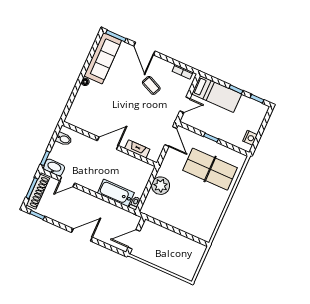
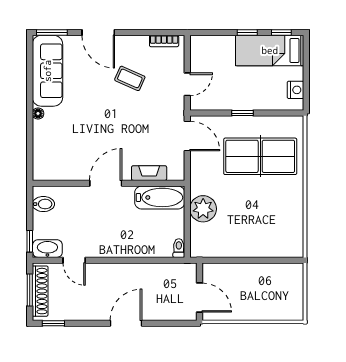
bed: (217, 94) -> (270, 50), moved, turned 180
door: (67, 182) -> (74, 260), hinge flipped
bathtub: (116, 193) -> (160, 197), moved, turned 180
door: (134, 239) -> (199, 298), swing flipped

